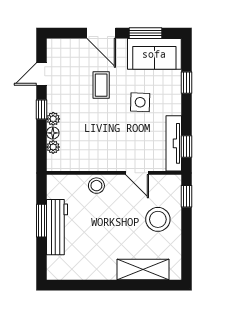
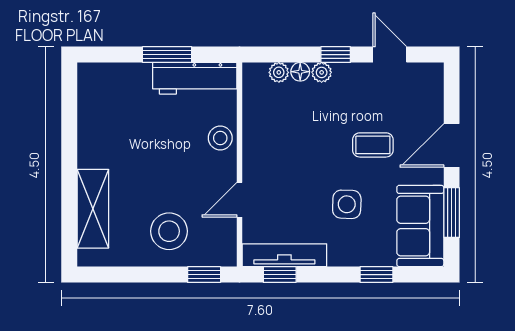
workbench: (57, 227) -> (195, 78), moved

